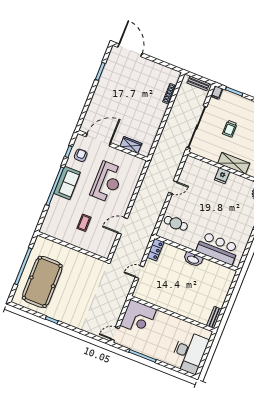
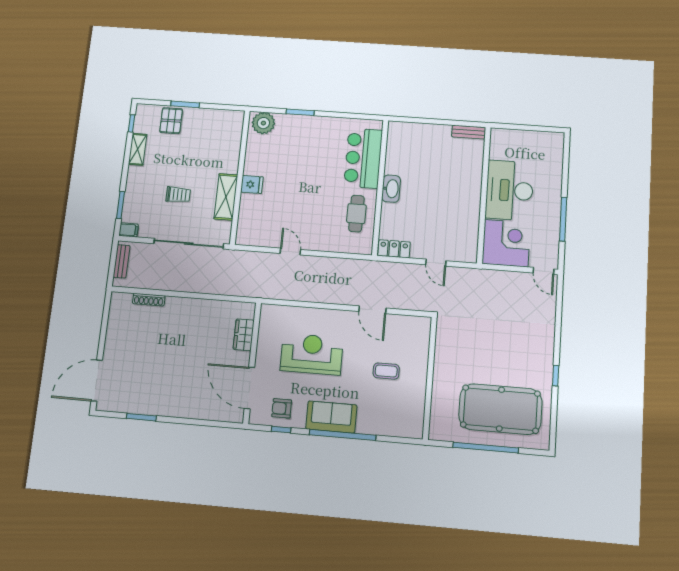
shelving: (234, 163) -> (226, 197), moved
cafe table: (176, 223) -> (356, 214), moved
desk: (189, 352) -> (509, 190), moved, turned -90

